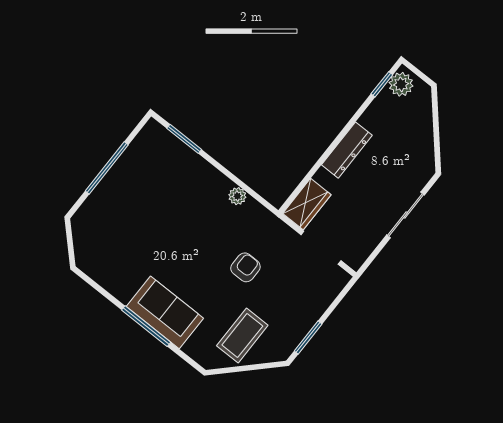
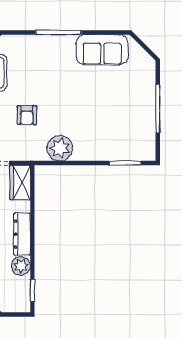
plant: (401, 84) -> (21, 266), moved
plant: (237, 196) -> (60, 148), width x1.87, depth x1.87
sofa: (165, 312) -> (102, 50), moved

